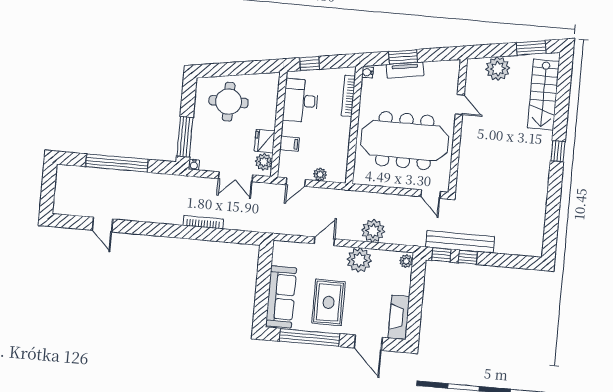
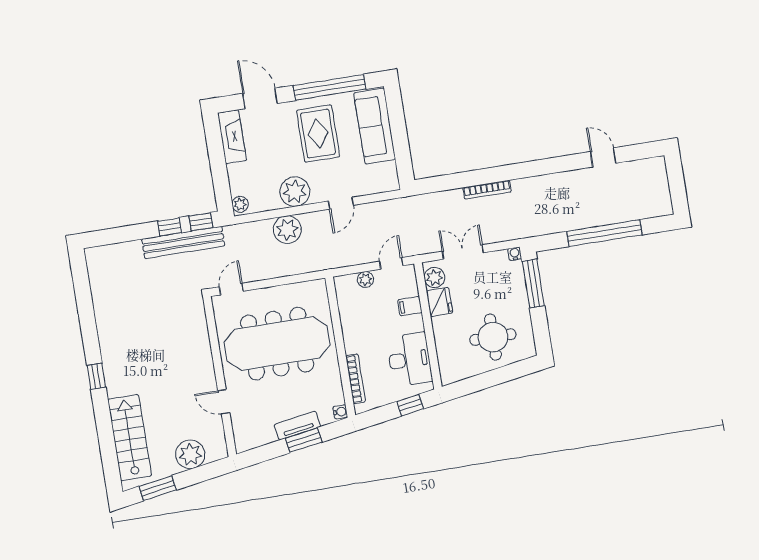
door: (431, 194) -> (231, 289), hinge flipped

